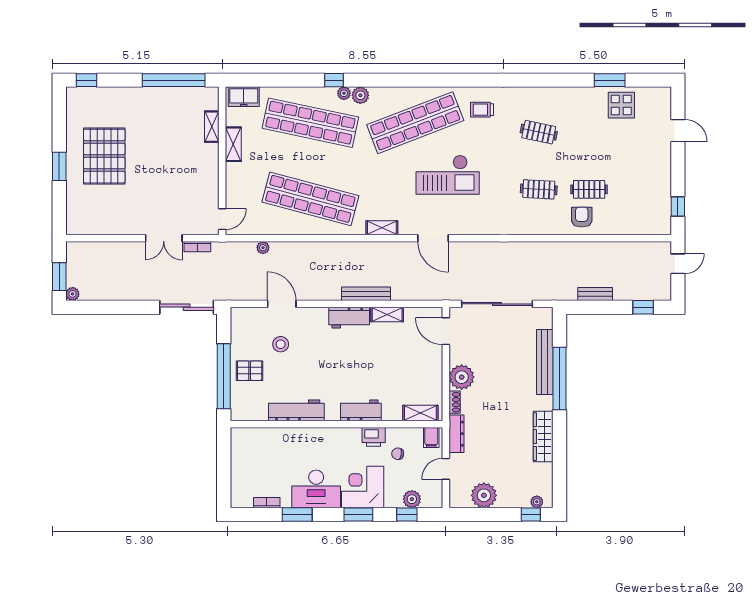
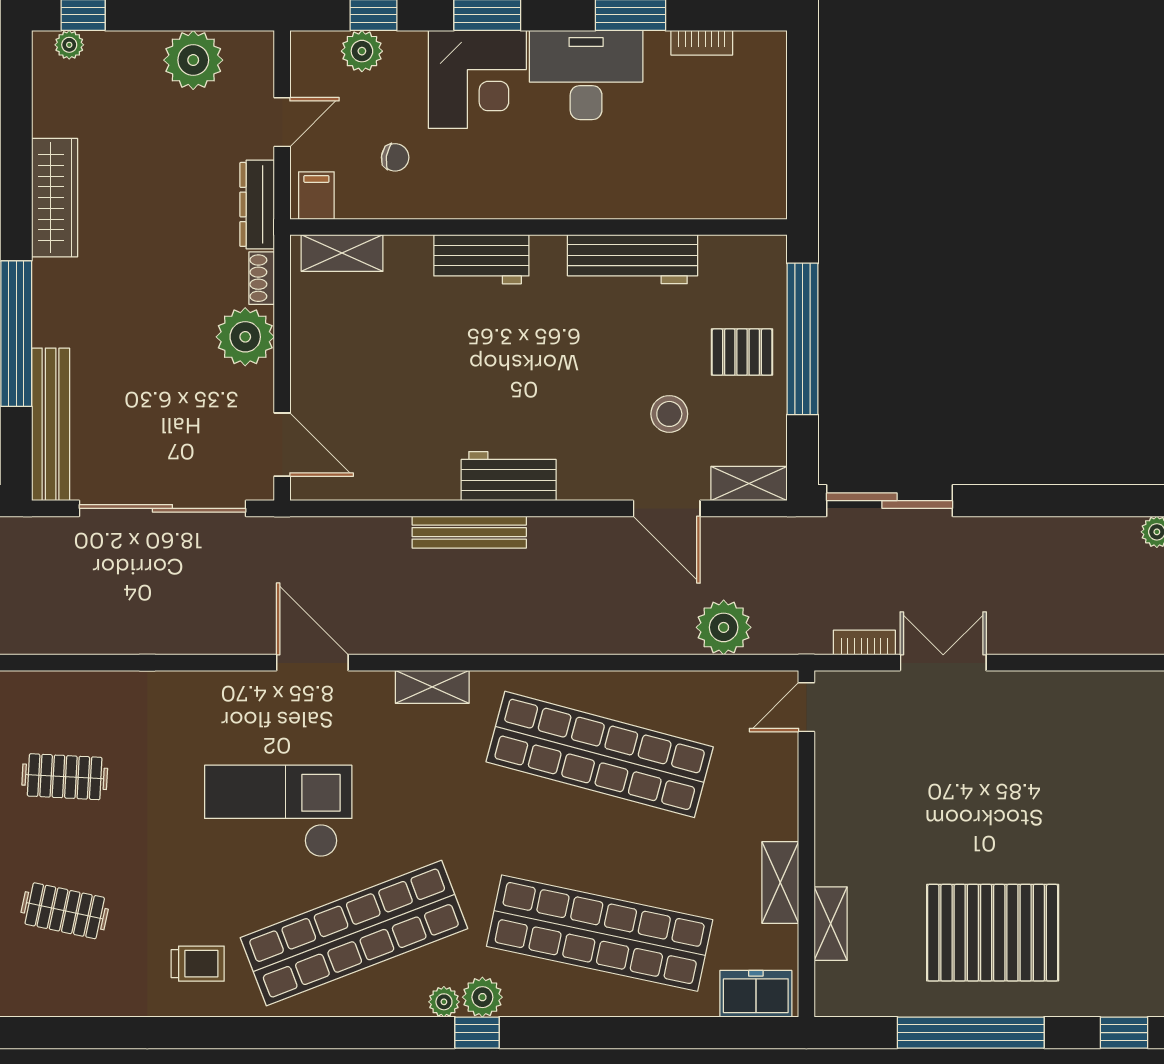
window: (174, 80) -> (971, 1033), moved
window: (334, 80) -> (477, 1033), moved
plant: (344, 93) -> (444, 1002), moved
pallet: (104, 156) -> (993, 933), moved, turned 90
plant: (263, 248) -> (724, 627), width x1.88, depth x1.88
shelving: (387, 315) -> (749, 484), moved
bench: (545, 362) -> (51, 424), moved
printer: (374, 437) -> (452, 197), removed

